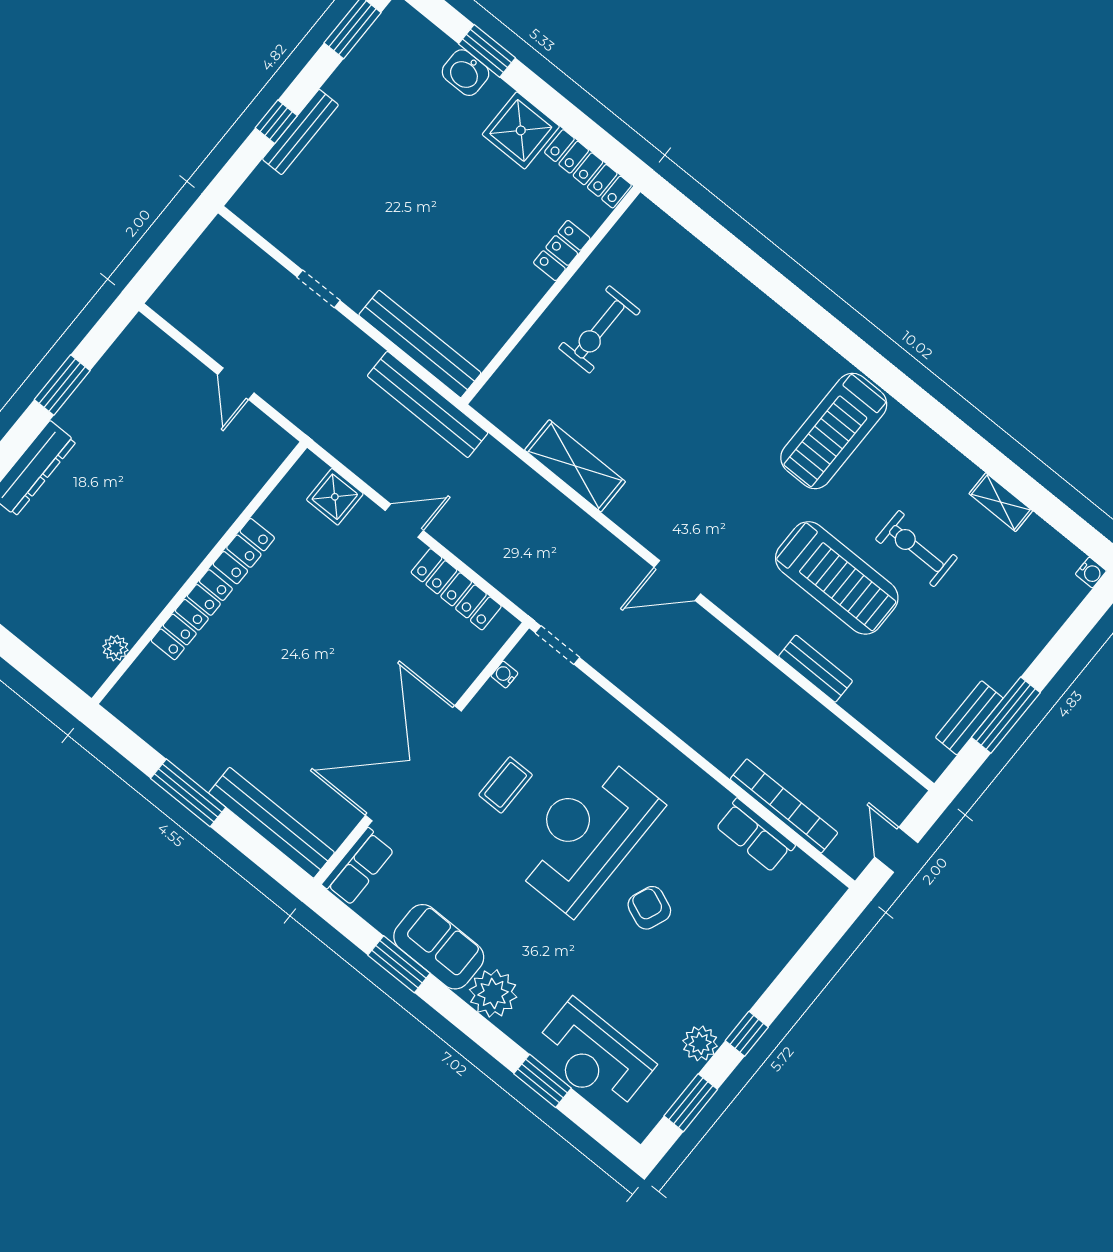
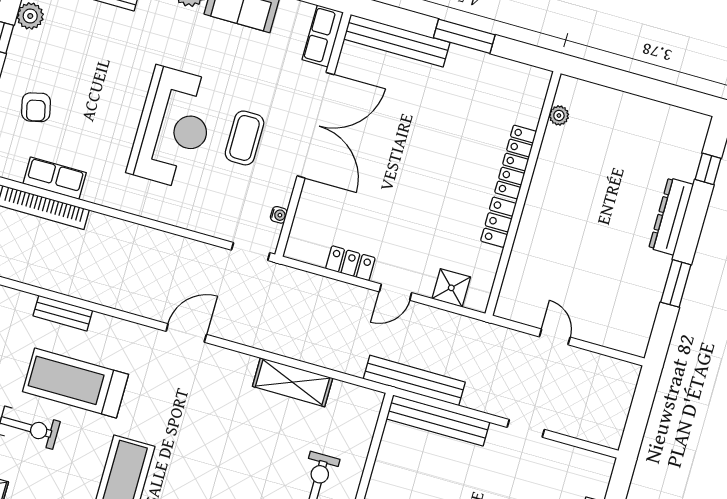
locker: (456, 589) -> (350, 263), width x0.66
coffee table: (506, 785) -> (245, 138), width x1.36, depth x1.30
armchair: (649, 908) -> (36, 107), moved, turned 55

